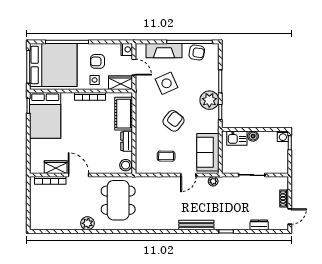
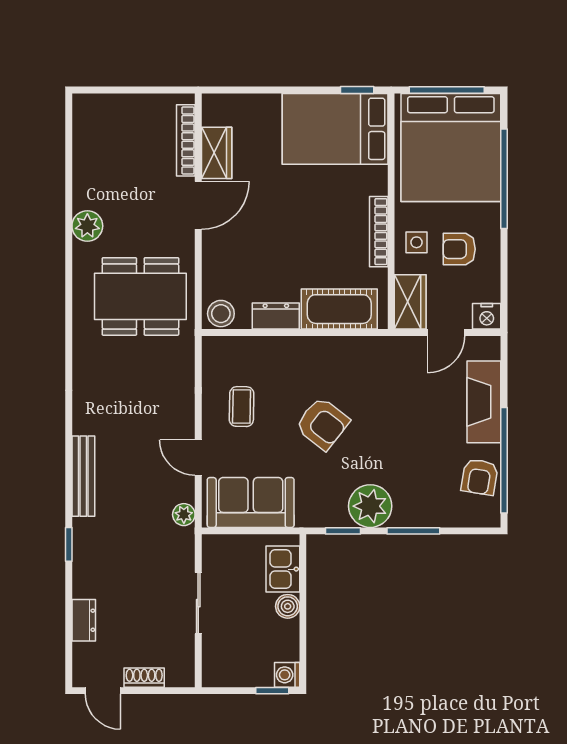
armchair: (98, 61) -> (459, 249), turned -90
side table: (167, 83) -> (409, 408), removed

